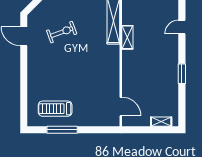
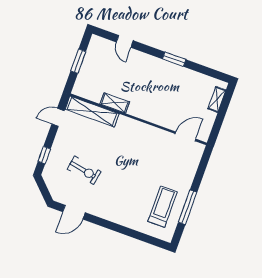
exercise bike: (62, 32) -> (84, 170), turned 121
treadmill: (55, 109) -> (163, 207), turned 180

